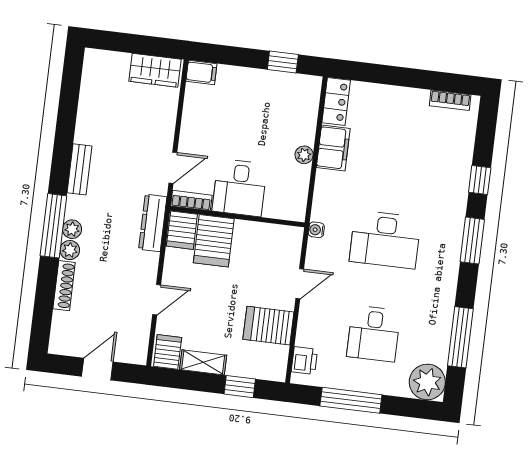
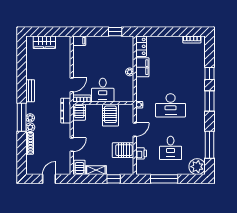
wardrobe: (155, 70) -> (44, 42), moved
server rack: (214, 241) -> (110, 115), moved
printer: (304, 361) -> (141, 153), moved

